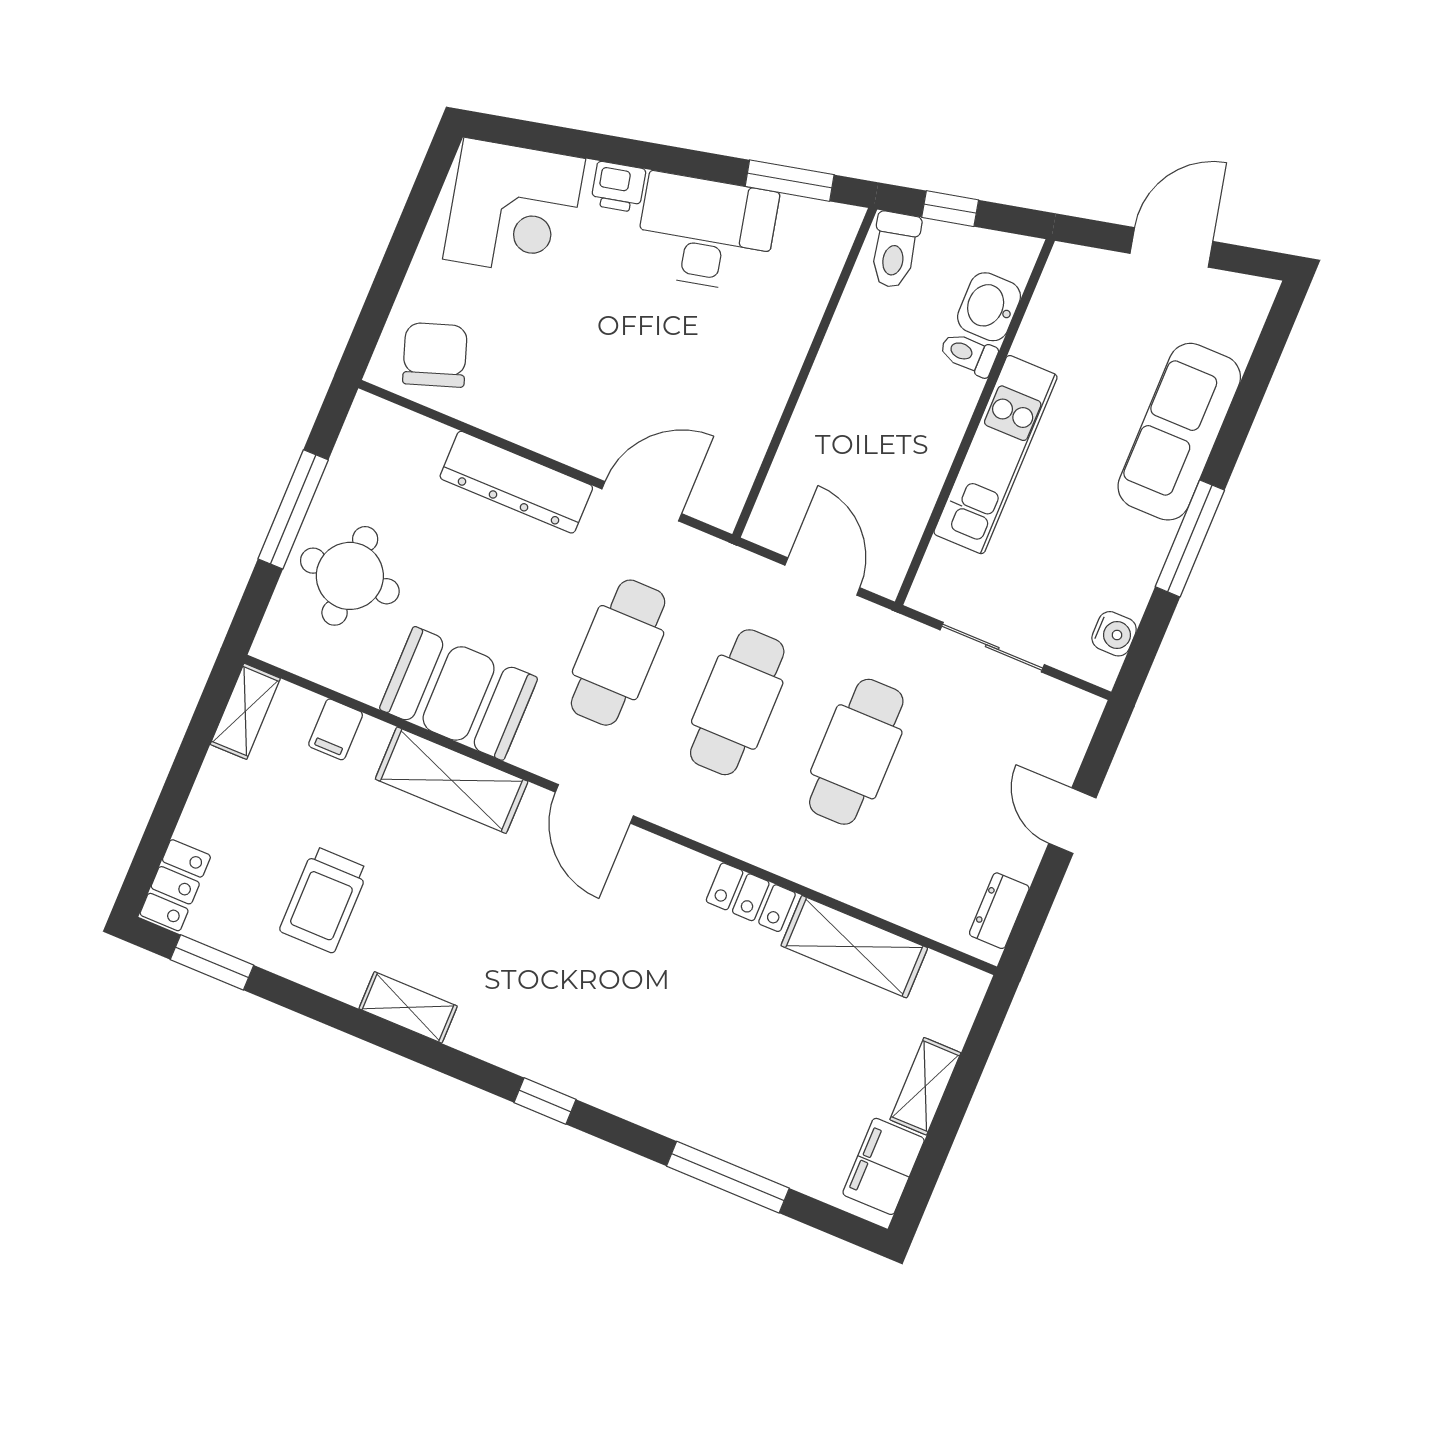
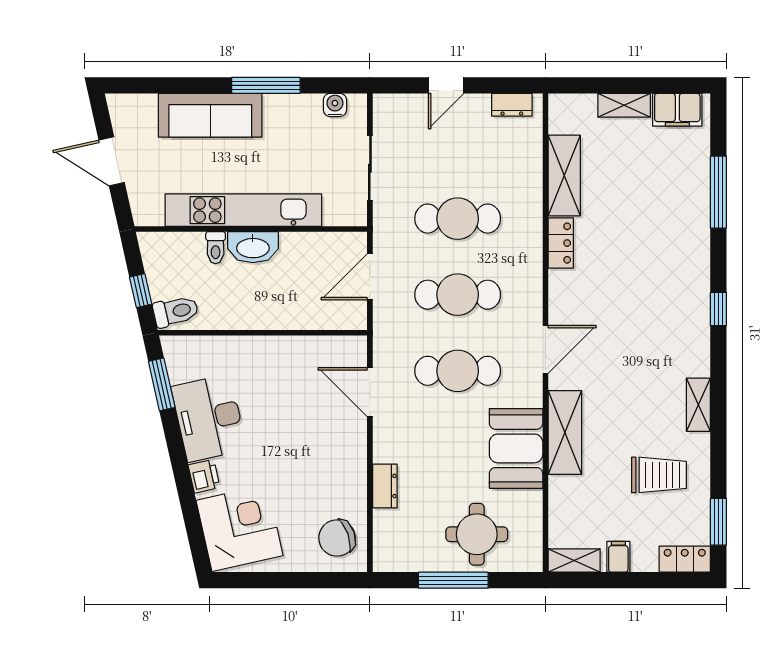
washbasin: (989, 307) -> (253, 247), moved, width x1.38
kitchen unit: (995, 455) -> (243, 210), width x1.36
dresser: (516, 482) -> (385, 486), width x0.51, depth x0.80
filing cabinet: (336, 729) -> (618, 557), moved, turned -90

